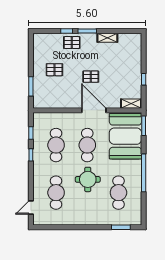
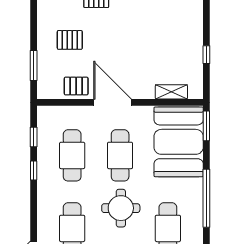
pallet: (91, 77) -> (76, 86), moved
shelving: (131, 104) -> (171, 92), moved
door: (94, 110) -> (113, 102), moved

